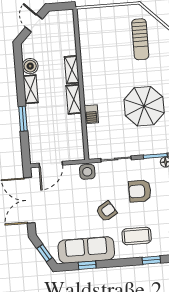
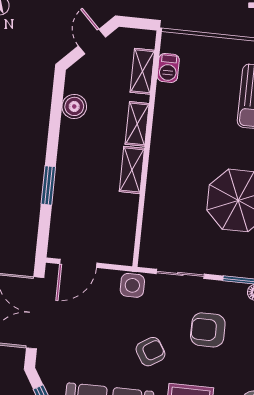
shelving: (31, 89) -> (142, 71), moved
barbecue: (91, 114) -> (168, 68), moved

